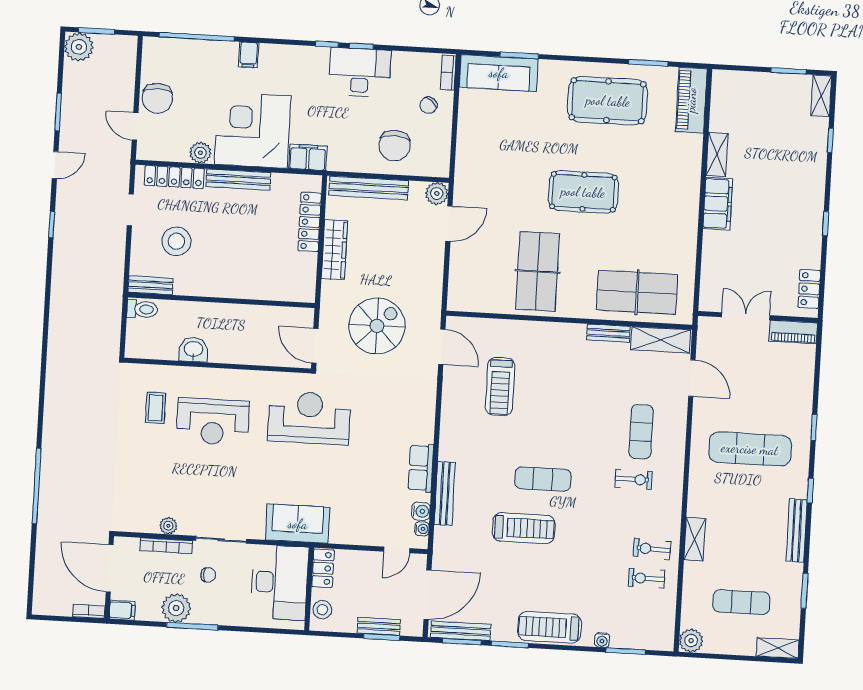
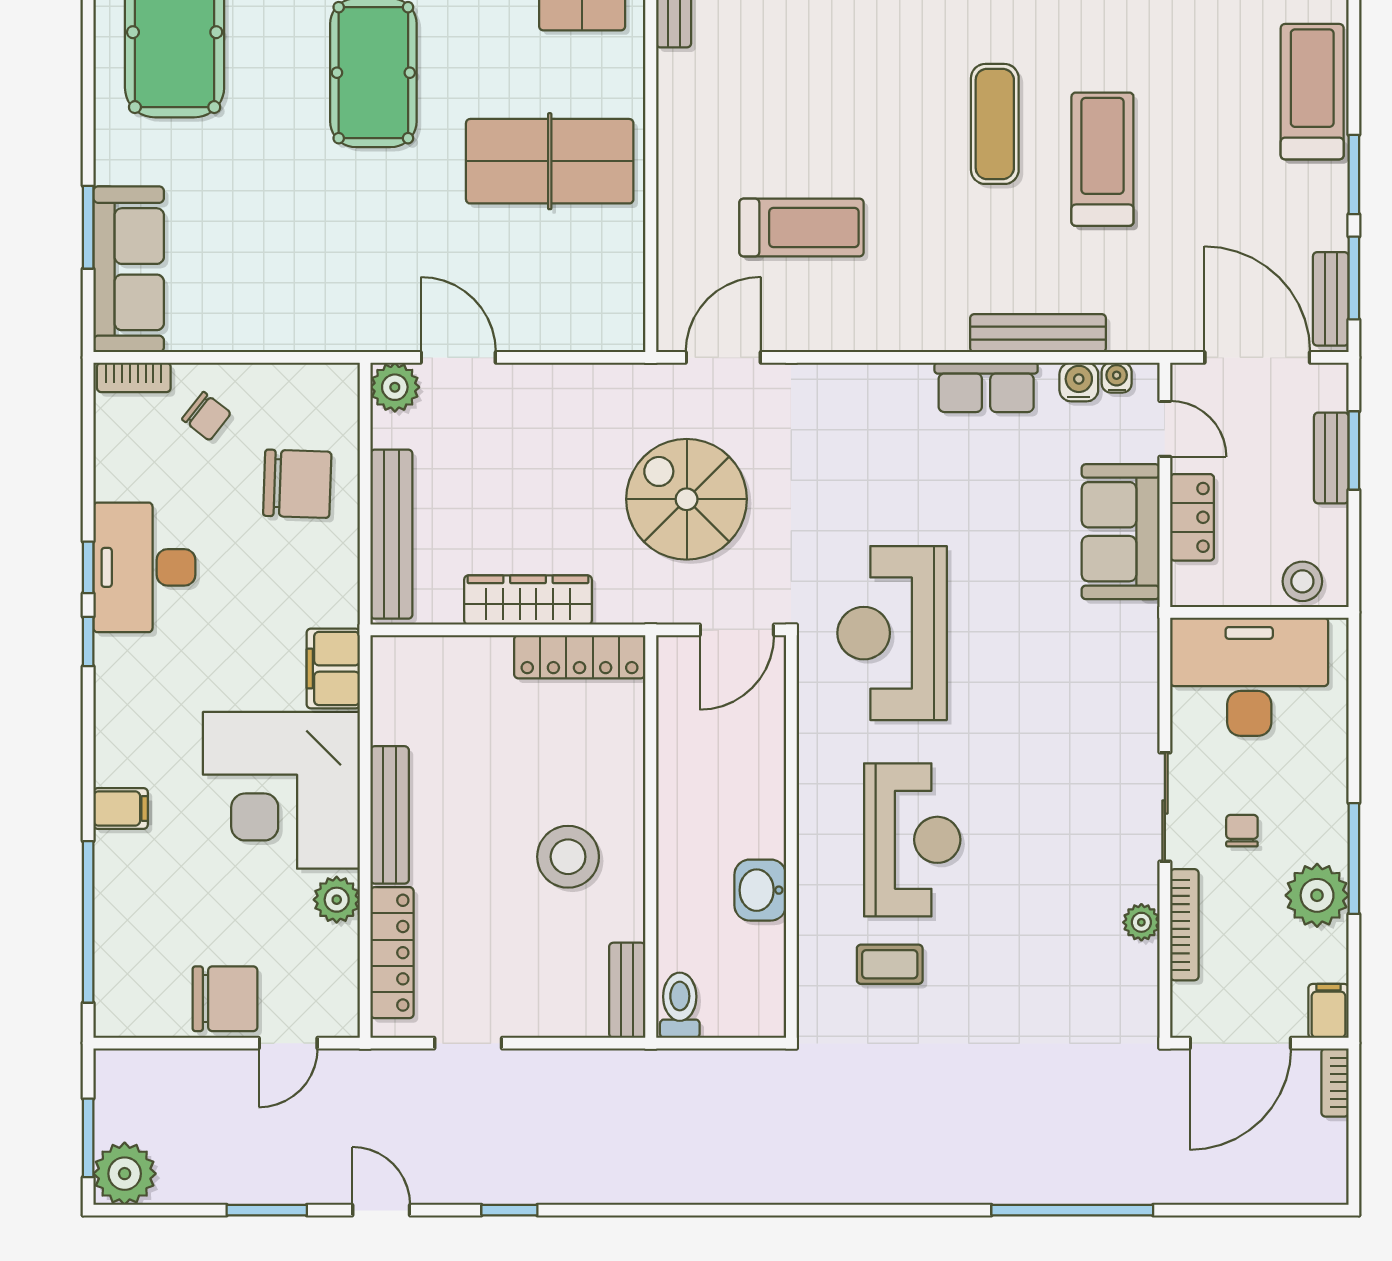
locker: (310, 222) -> (580, 657), moved
stool: (176, 241) -> (568, 857), moved
sofa: (298, 524) -> (1121, 532), moved
locker: (323, 568) -> (1192, 517), moved, turned 90
treadmill: (549, 627) -> (1312, 92), turned 180
bench: (461, 631) -> (1331, 299), width x0.73

